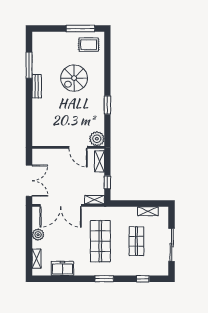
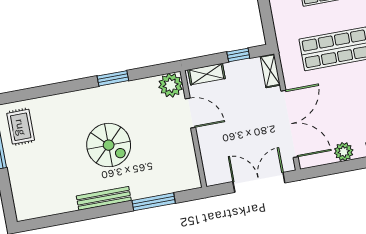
window: (29, 65) -> (154, 202), moved
spiral stairs: (74, 78) -> (109, 145), moved
bench: (37, 86) -> (104, 198), width x1.36
door: (78, 147) -> (190, 113), hinge flipped

